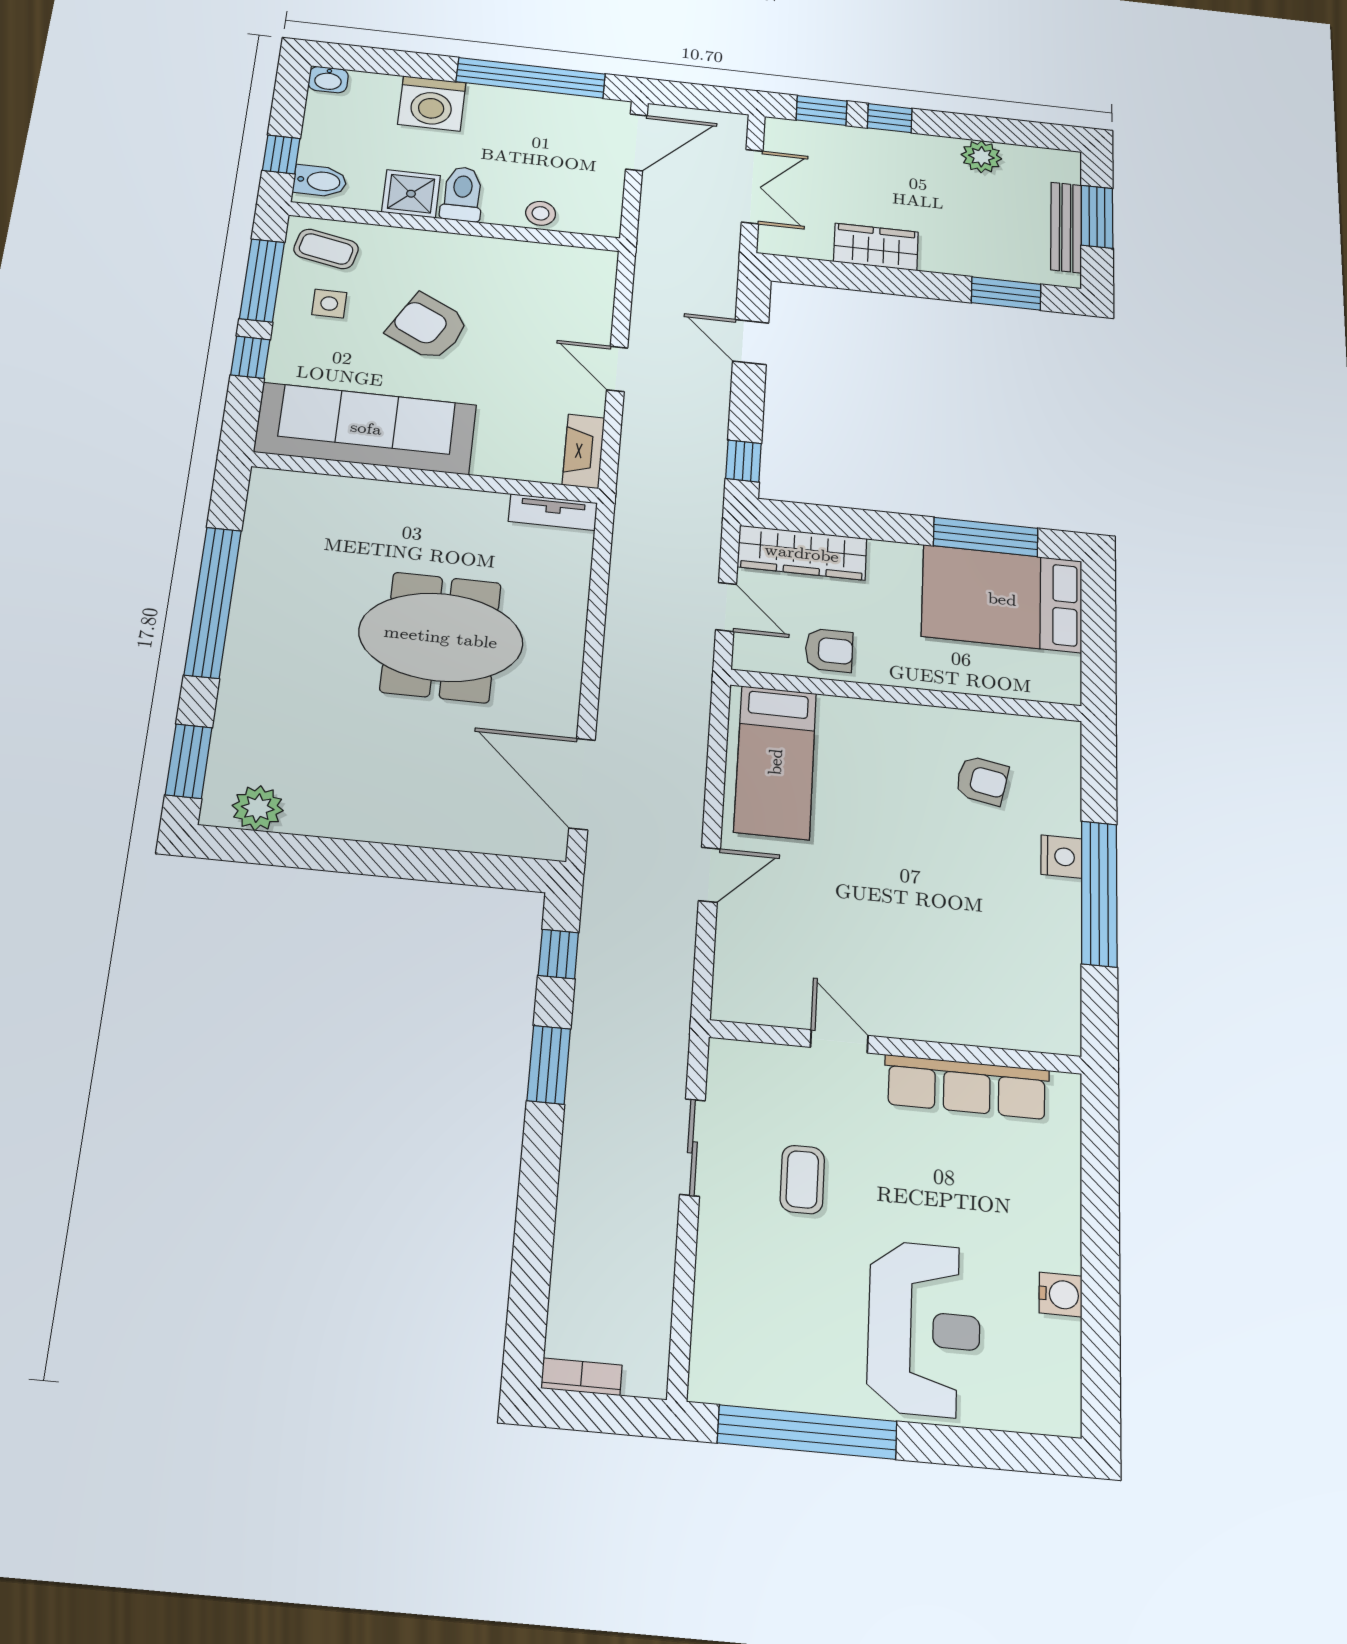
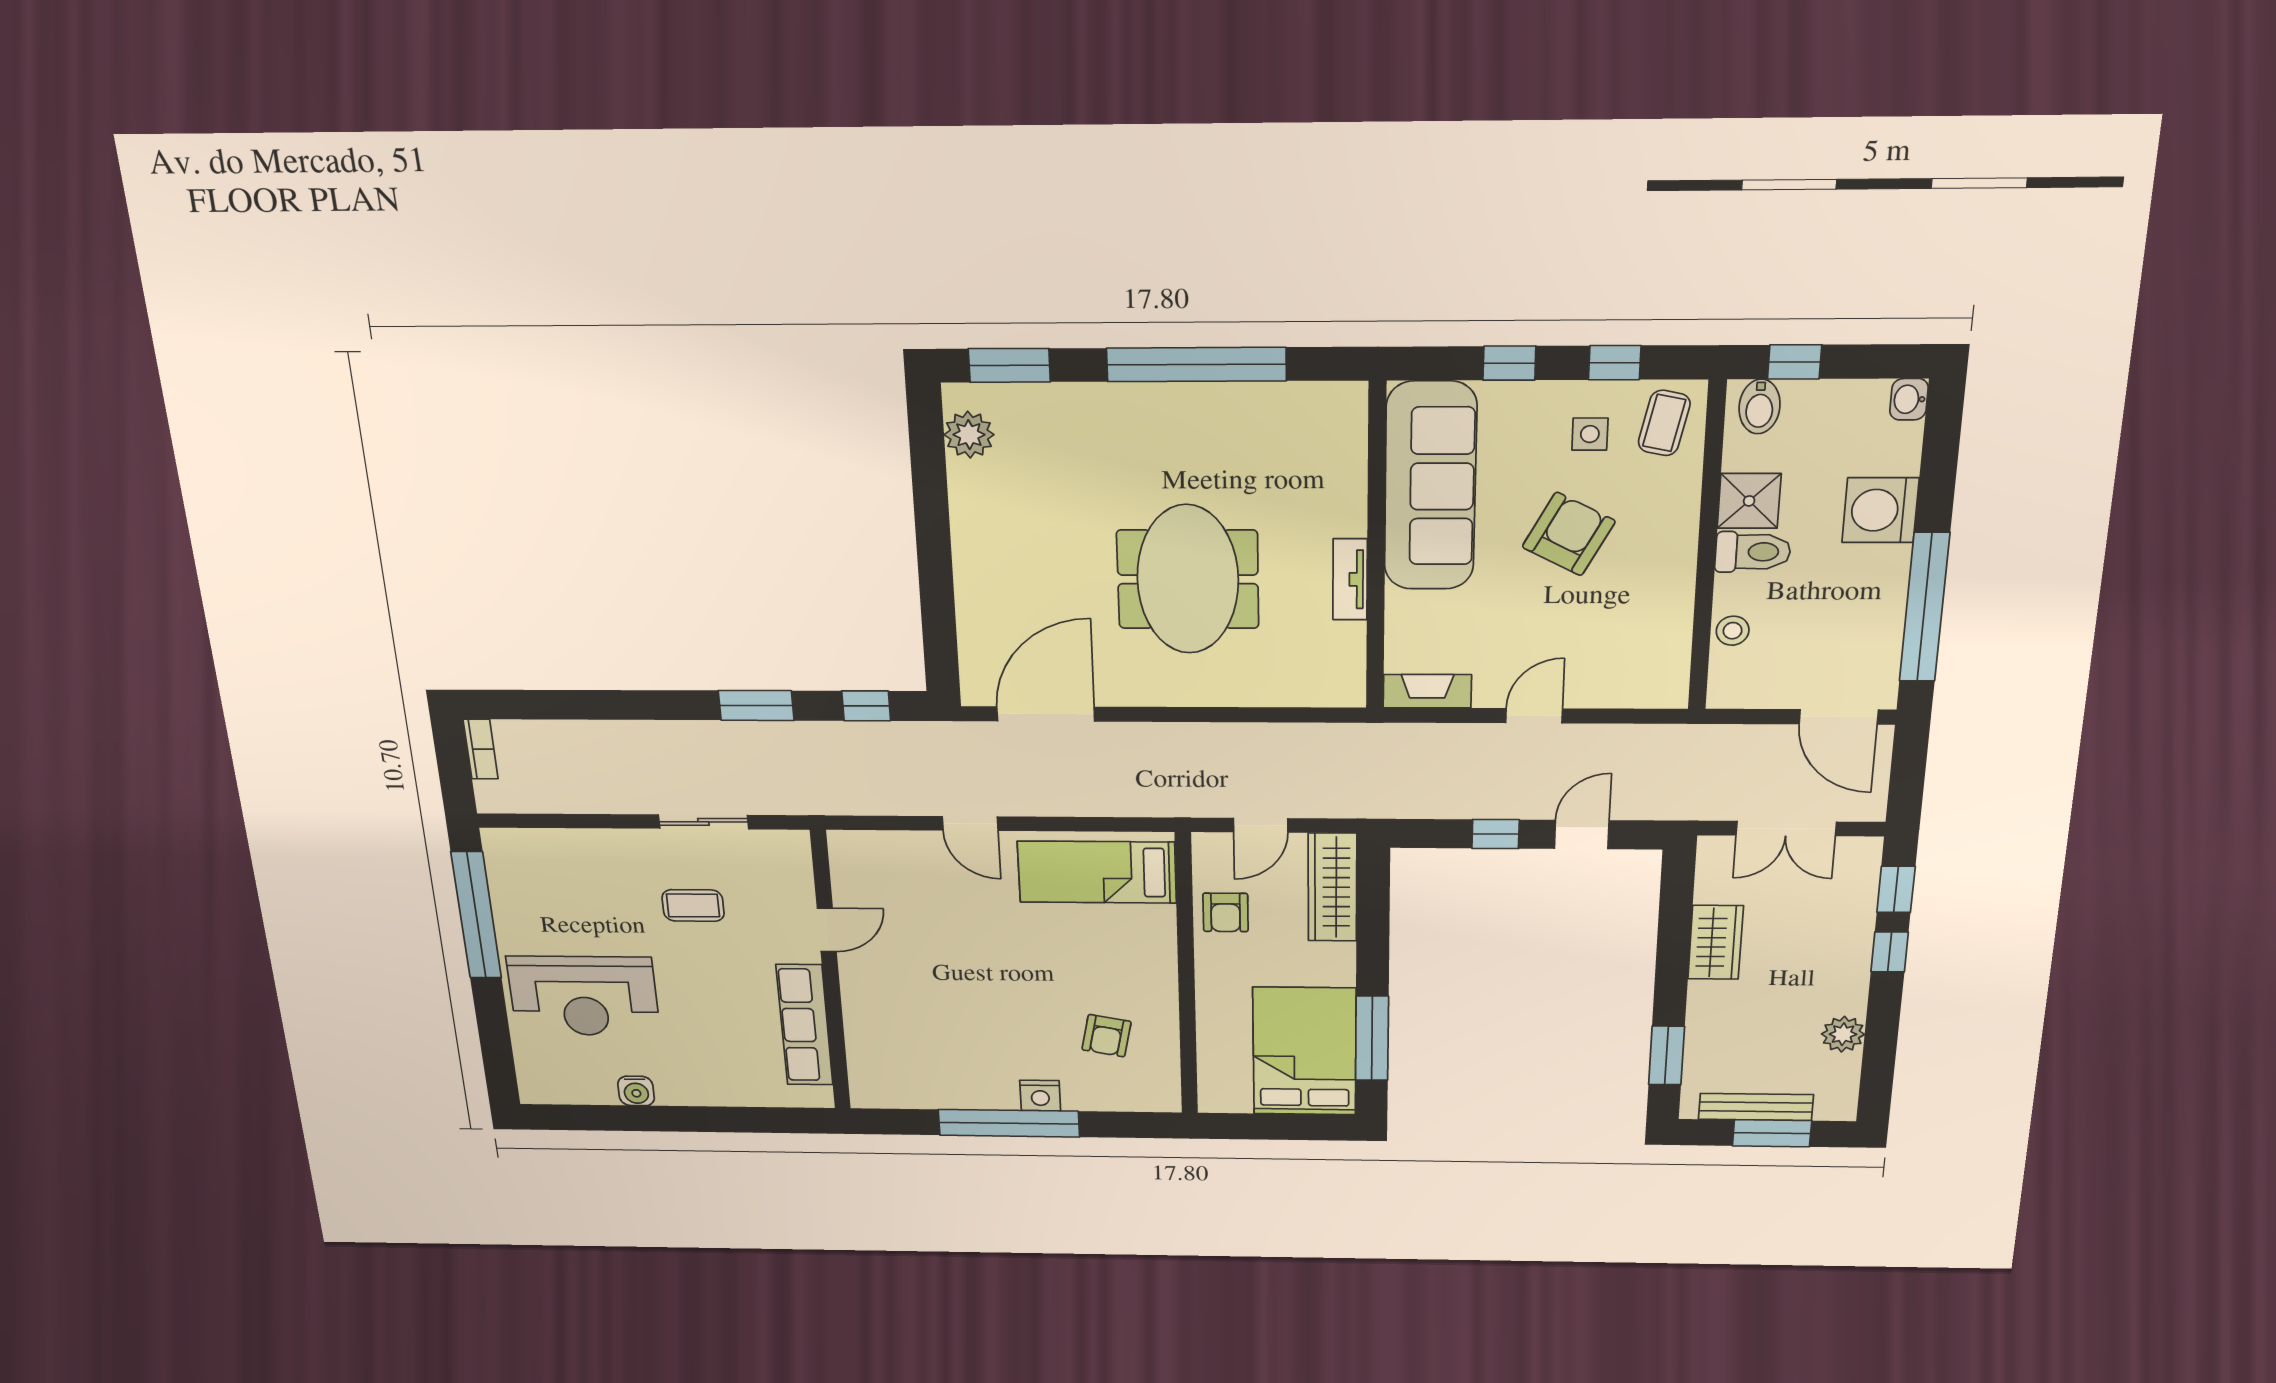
window: (262, 280) -> (1615, 363), width x0.46
window: (743, 461) -> (1496, 834), moved
tv unit: (553, 512) -> (1350, 579), moved

